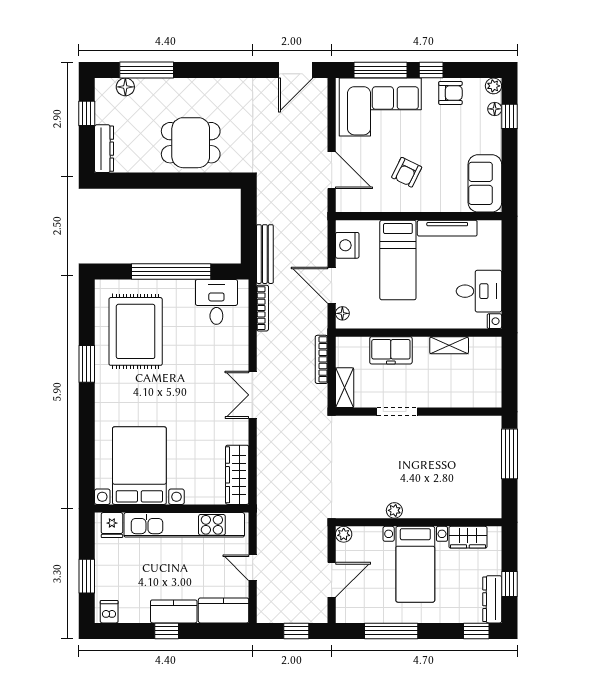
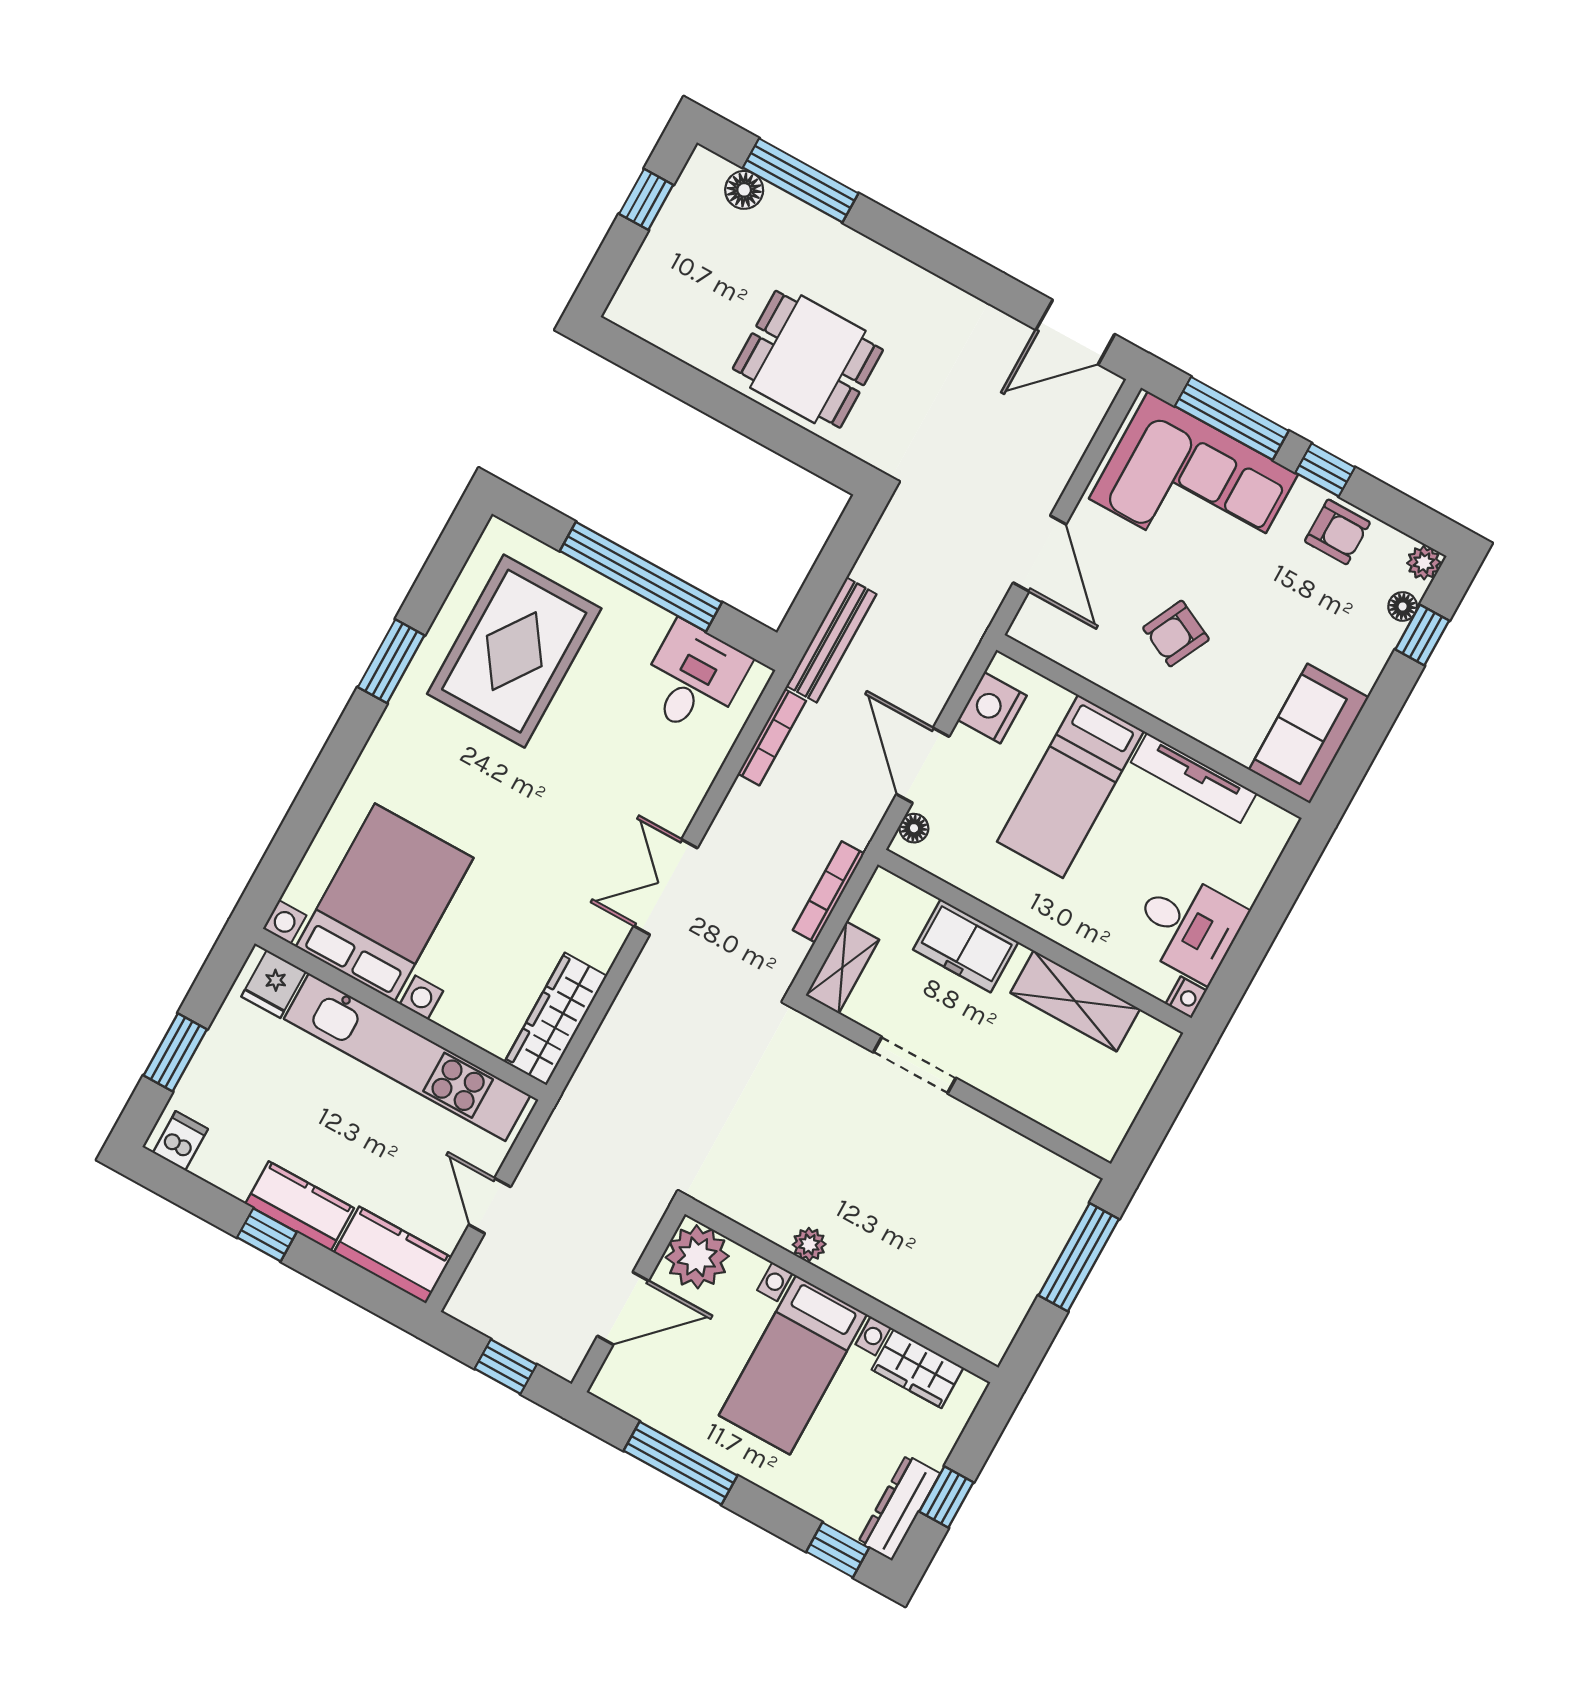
dresser: (104, 149) -> (642, 282), removed
shelving: (449, 345) -> (1075, 1001), width x1.50, depth x1.33
plant: (344, 534) -> (697, 1257), width x1.87, depth x1.87

